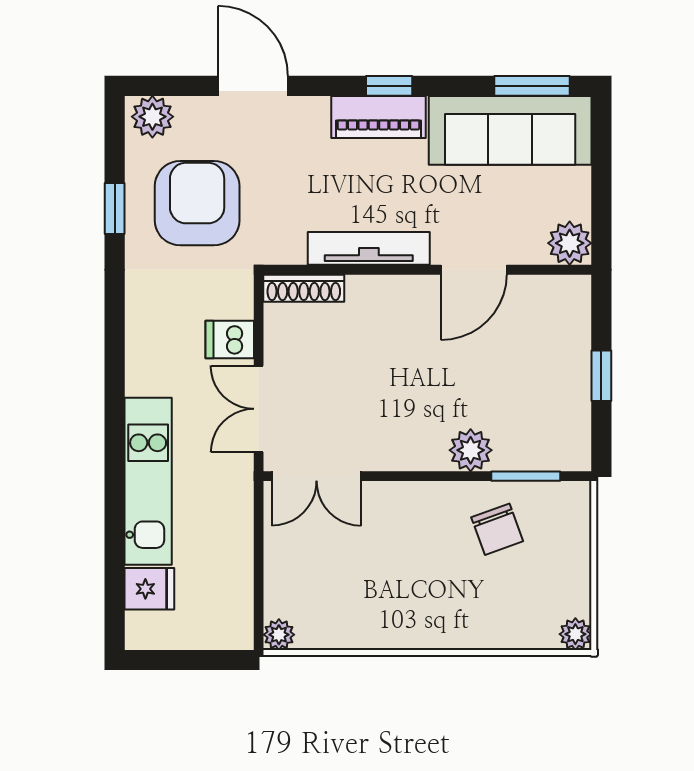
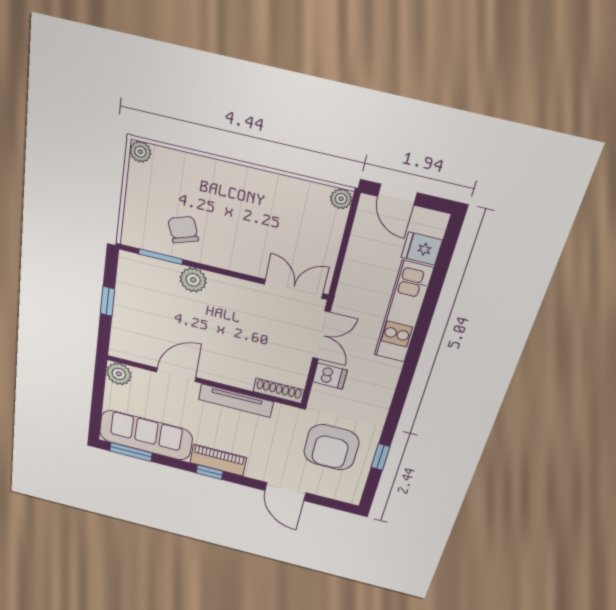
plant: (152, 117) -> (346, 493), removed
door: (204, 660) -> (397, 194), added

